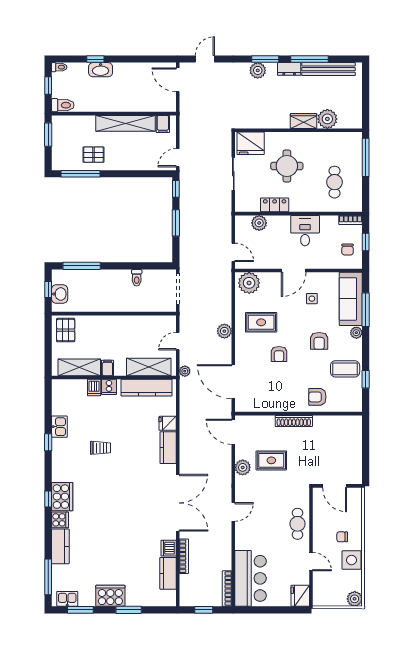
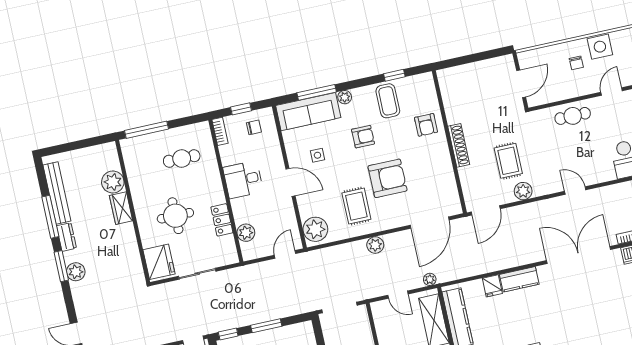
armchair: (279, 354) -> (388, 178), width x1.88, depth x1.88

